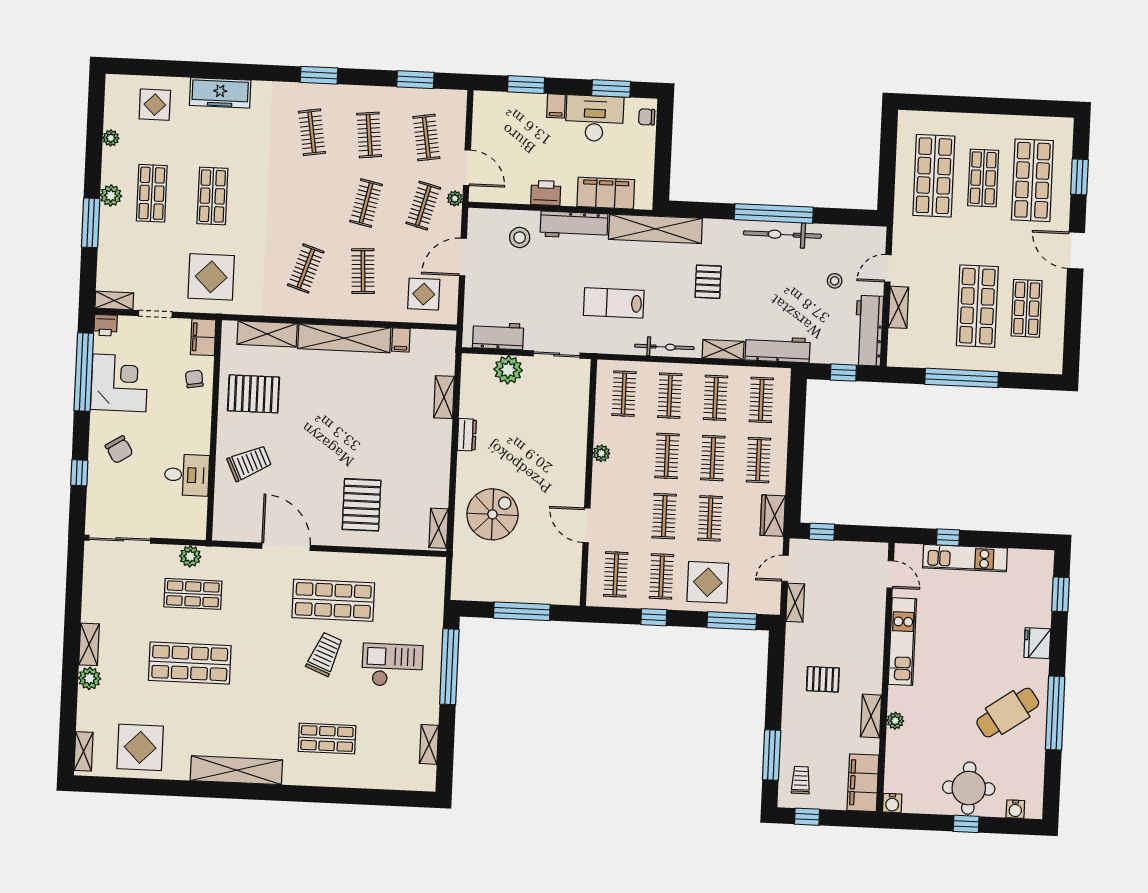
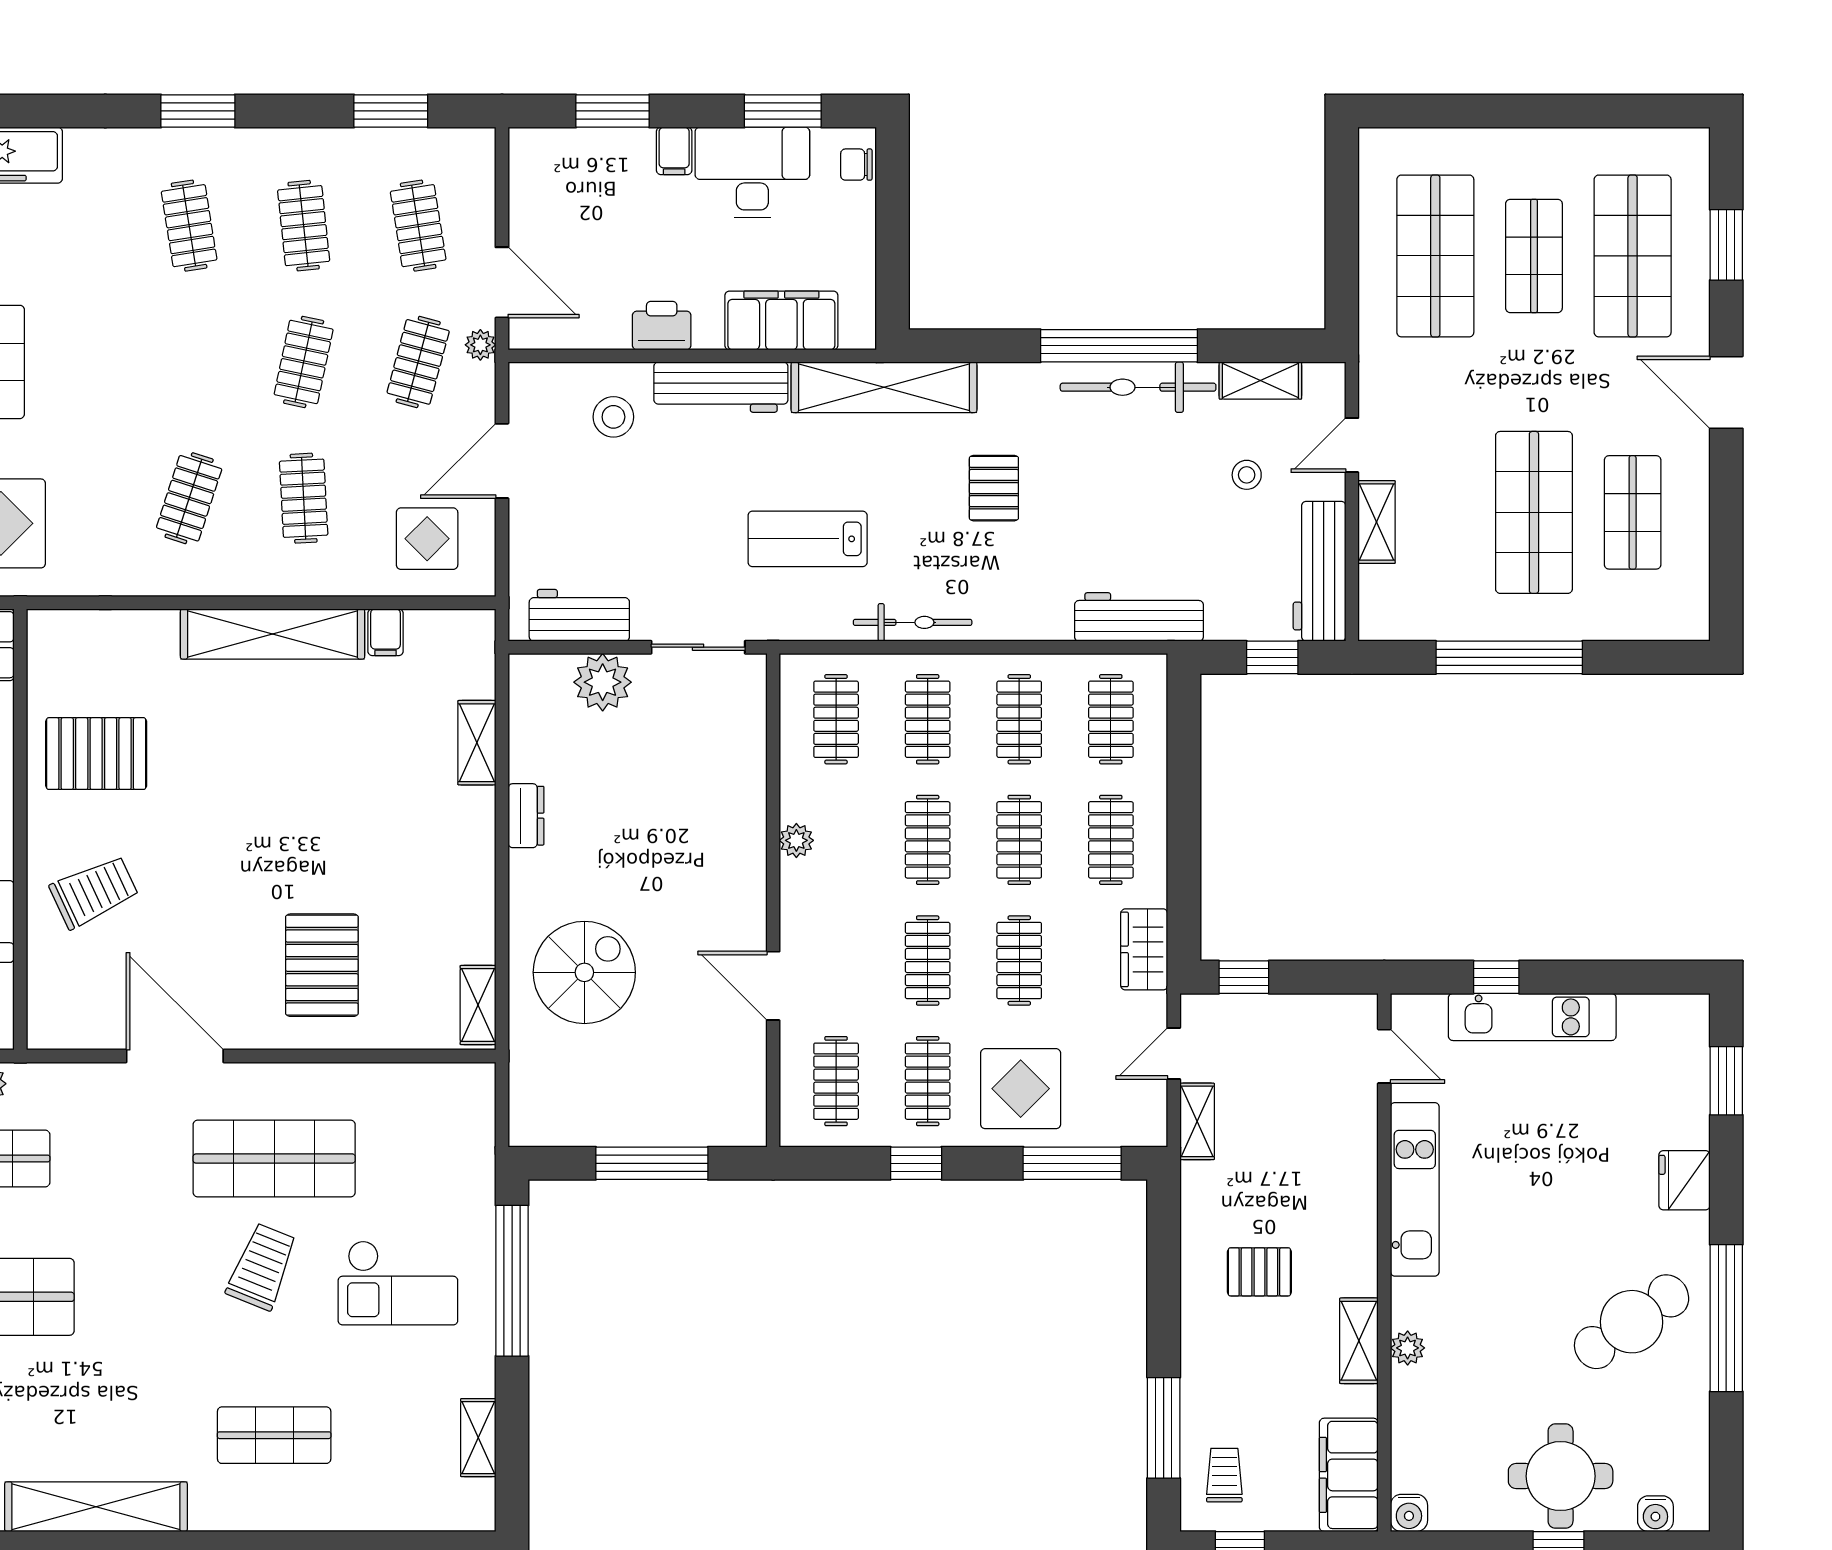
shelving: (267, 334) -> (118, 633), removed
shelving: (723, 350) -> (1260, 380), moved
checkout: (392, 665) -> (398, 1283), turned 180

